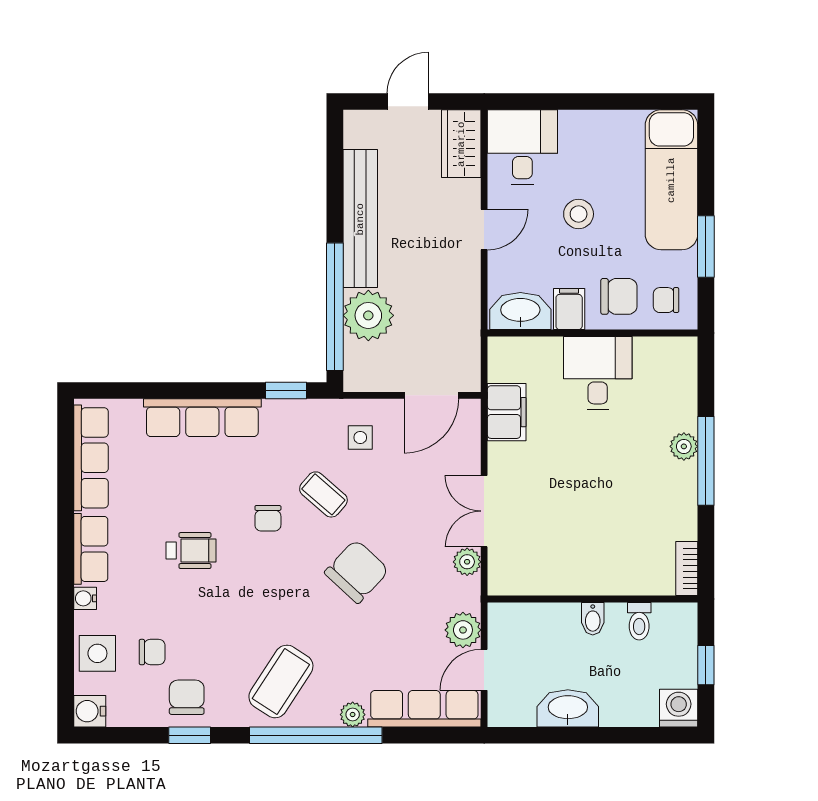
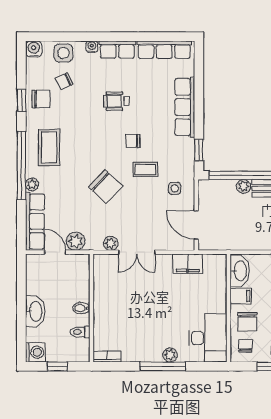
plant: (368, 315) -> (244, 186), width x0.53, depth x0.53
desk: (598, 373) -> (208, 338), moved, width x1.37
coffee table: (323, 494) -> (145, 169), turned 49
double door: (484, 511) -> (137, 252), swing flipped
wheelchair: (191, 551) -> (116, 101), turned 90
chair: (152, 652) -> (64, 81), turned 64
coffee table: (281, 681) -> (49, 147), turned 57
washbasin: (568, 708) -> (35, 311), moved

